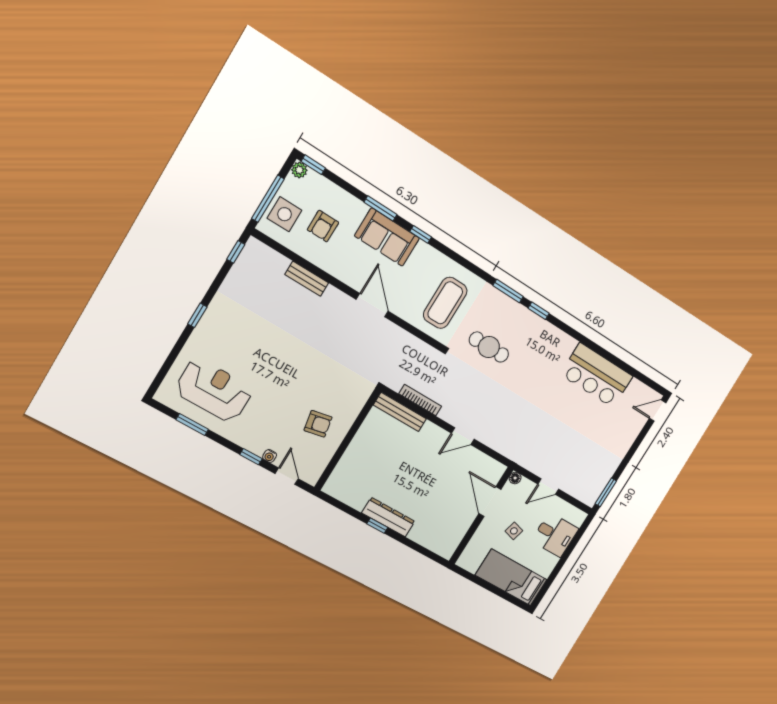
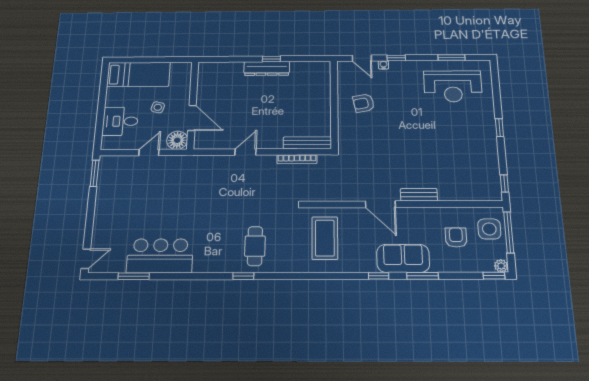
bench: (307, 279) -> (419, 195), moved
window: (508, 291) -> (134, 276), moved
cafe table: (489, 347) -> (255, 246), moved, turned 90
floor lamp: (515, 478) -> (177, 140), width x1.89, depth x1.89

